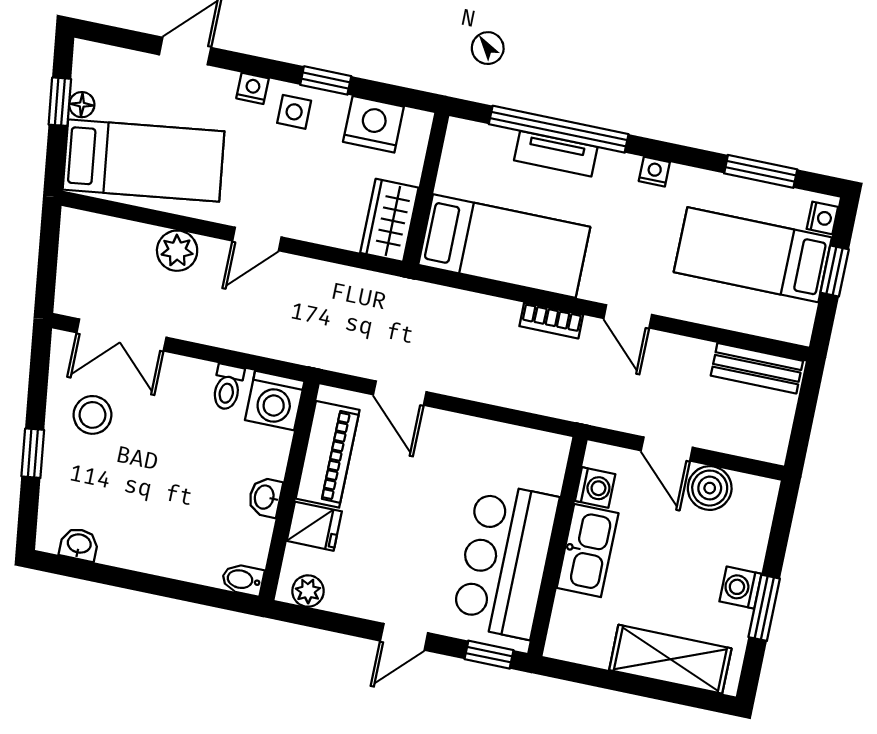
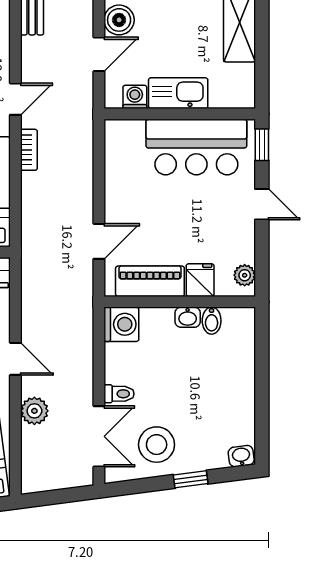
toilet: (228, 387) -> (119, 394), moved
stool: (92, 415) -> (157, 445), width x1.38, depth x1.38
washbasin: (79, 544) -> (241, 456), moved, turned 83
bidet: (243, 580) -> (212, 321), moved

